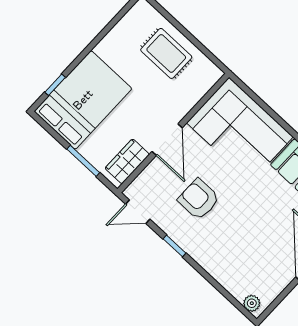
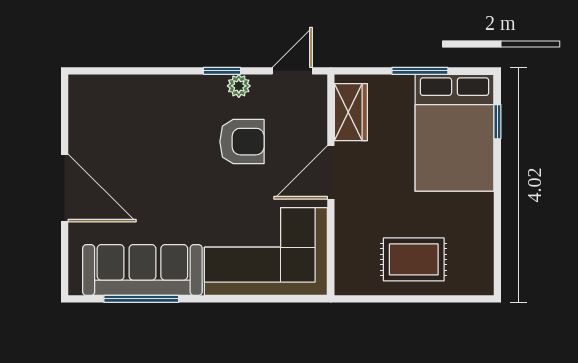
door: (167, 140) -> (331, 172), hinge flipped
window: (83, 161) -> (420, 71), moved
plant: (252, 303) -> (239, 86), moved

